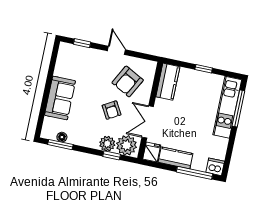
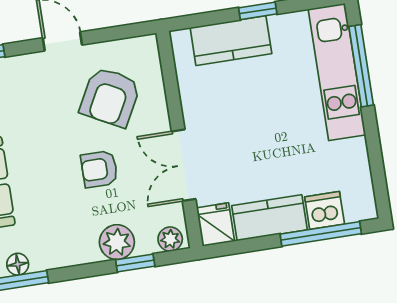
kitchen counter: (168, 82) -> (231, 41), moved, turned 90
armchair: (112, 110) -> (99, 169), turned 120
plant: (127, 145) -> (170, 239), width x0.53, depth x0.53
dishwasher: (215, 167) -> (325, 210), moved

